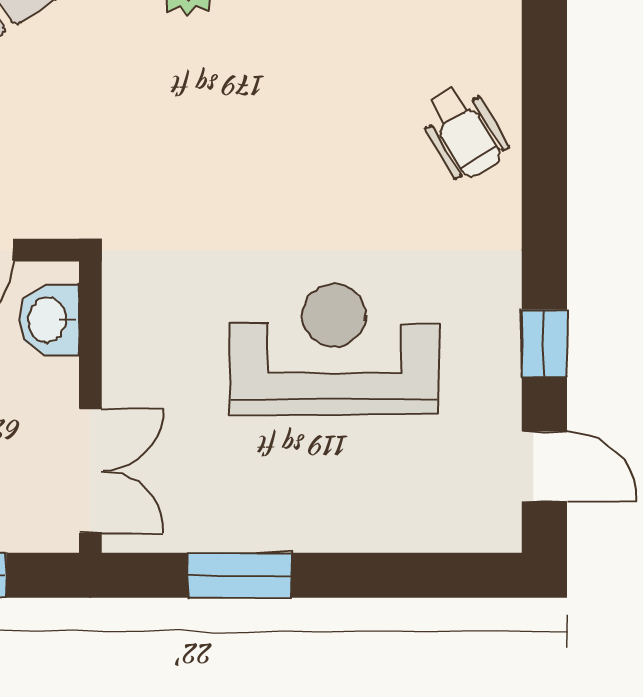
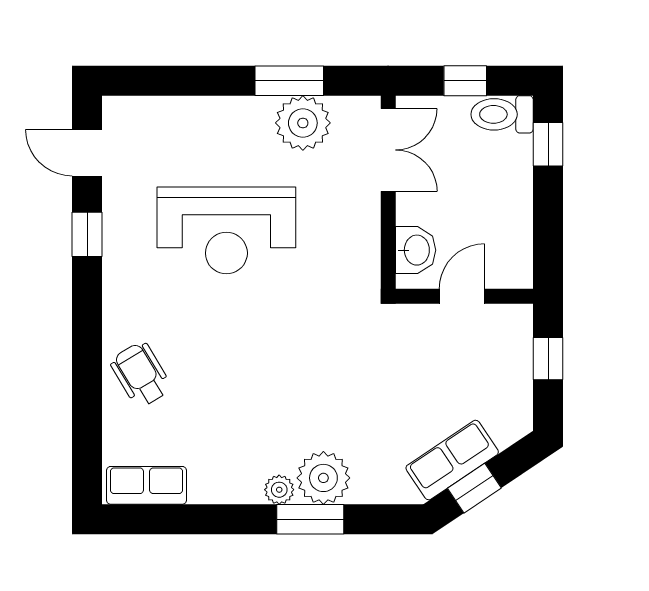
double door: (90, 471) -> (388, 150), swing flipped
plant: (219, 511) -> (303, 123), added

